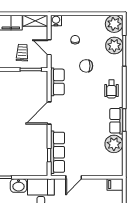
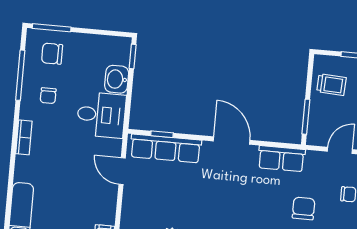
trolley: (22, 53) -> (331, 85), moved

